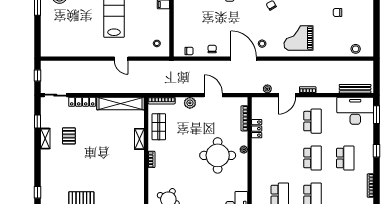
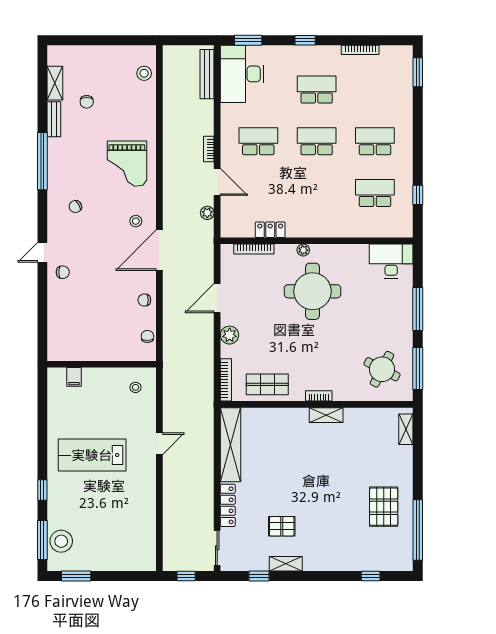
shelving: (139, 139) -> (326, 415), moved

